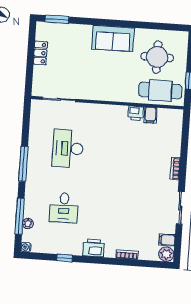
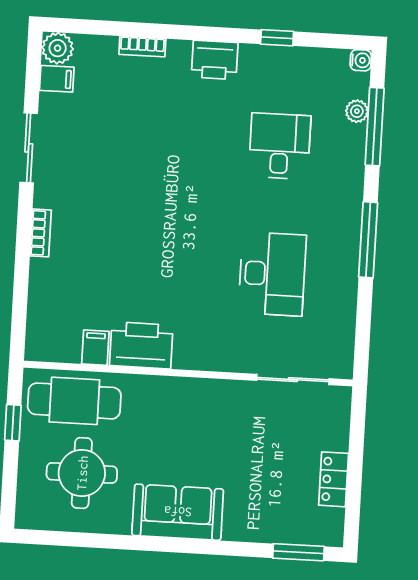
printer: (136, 113) -> (141, 345), width x1.87, depth x1.48

